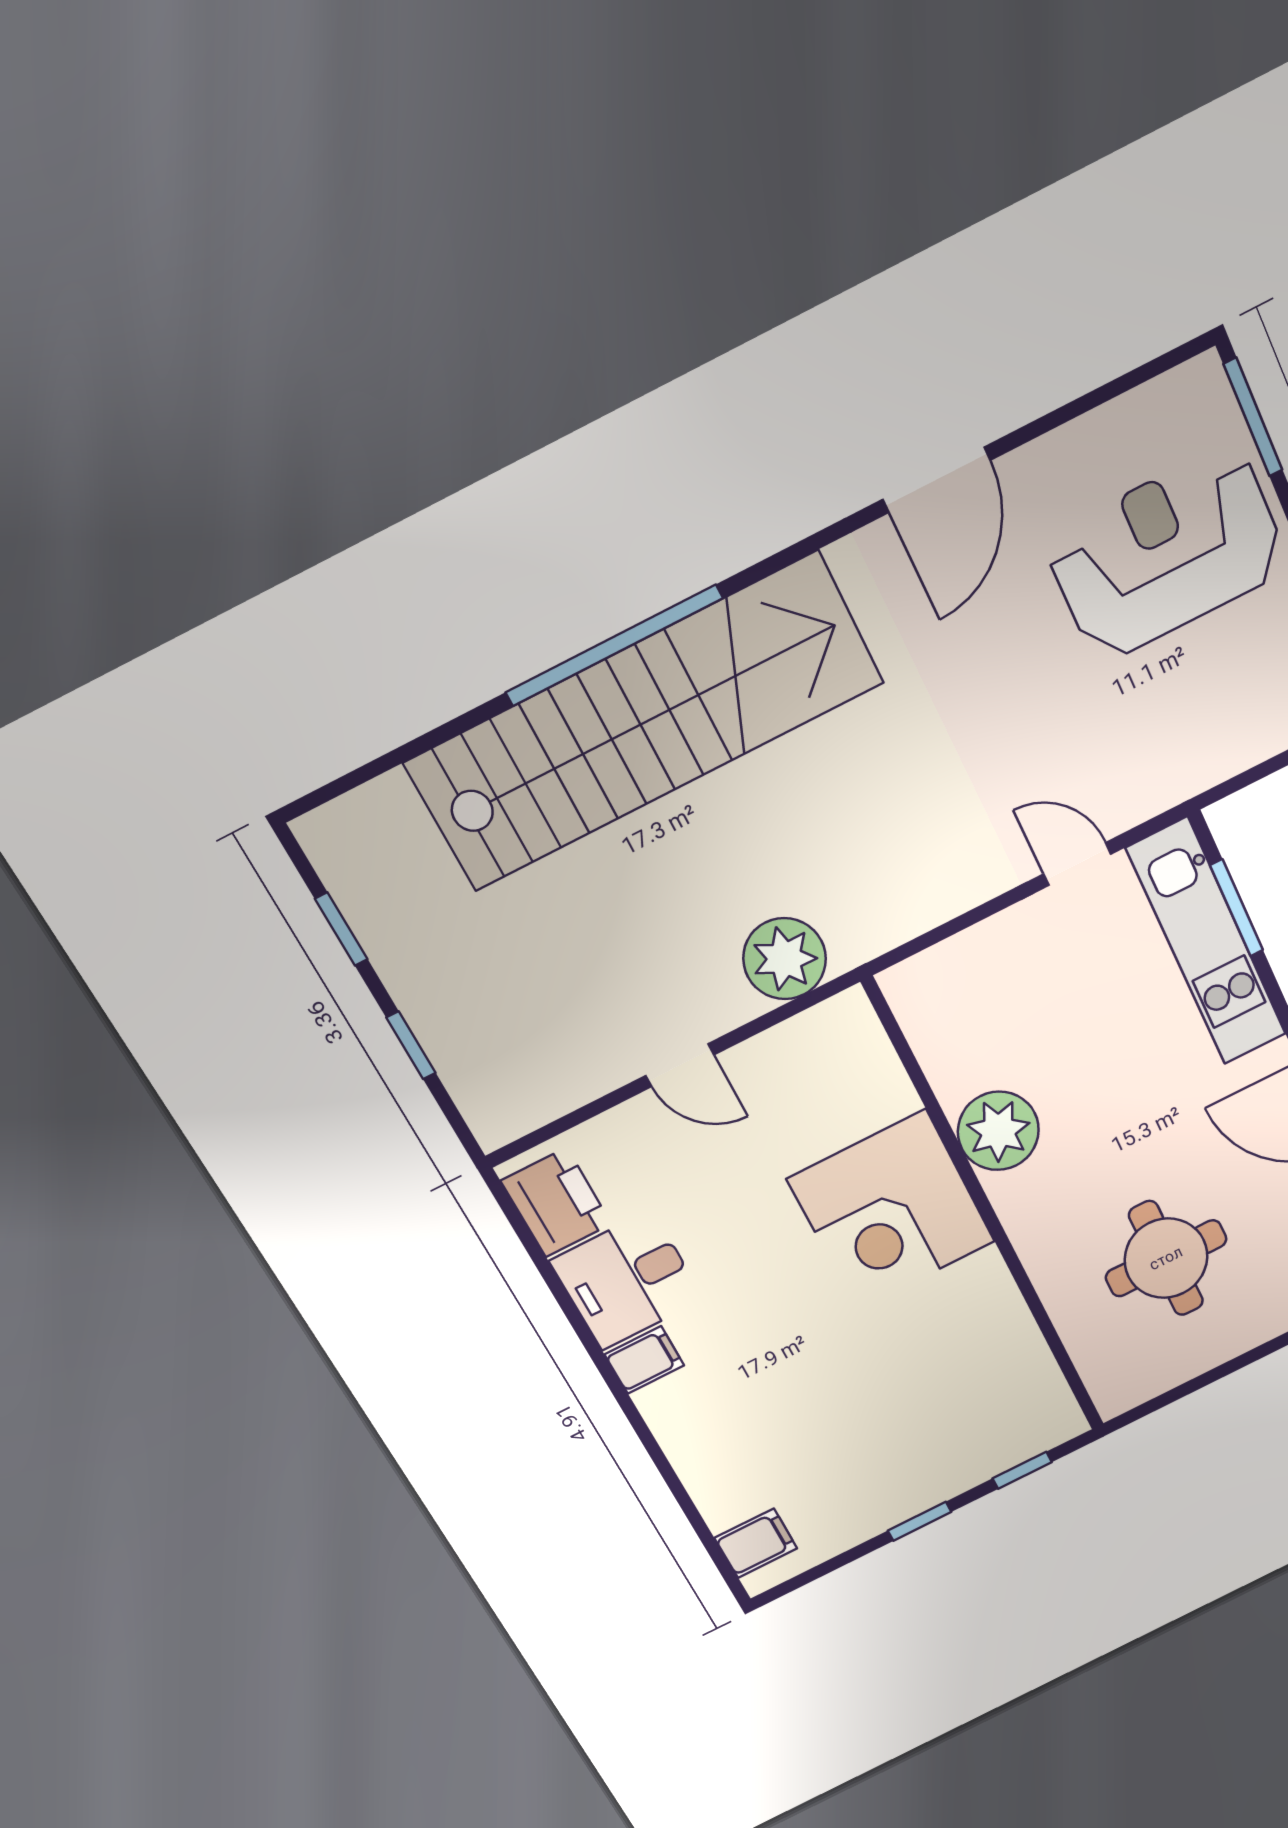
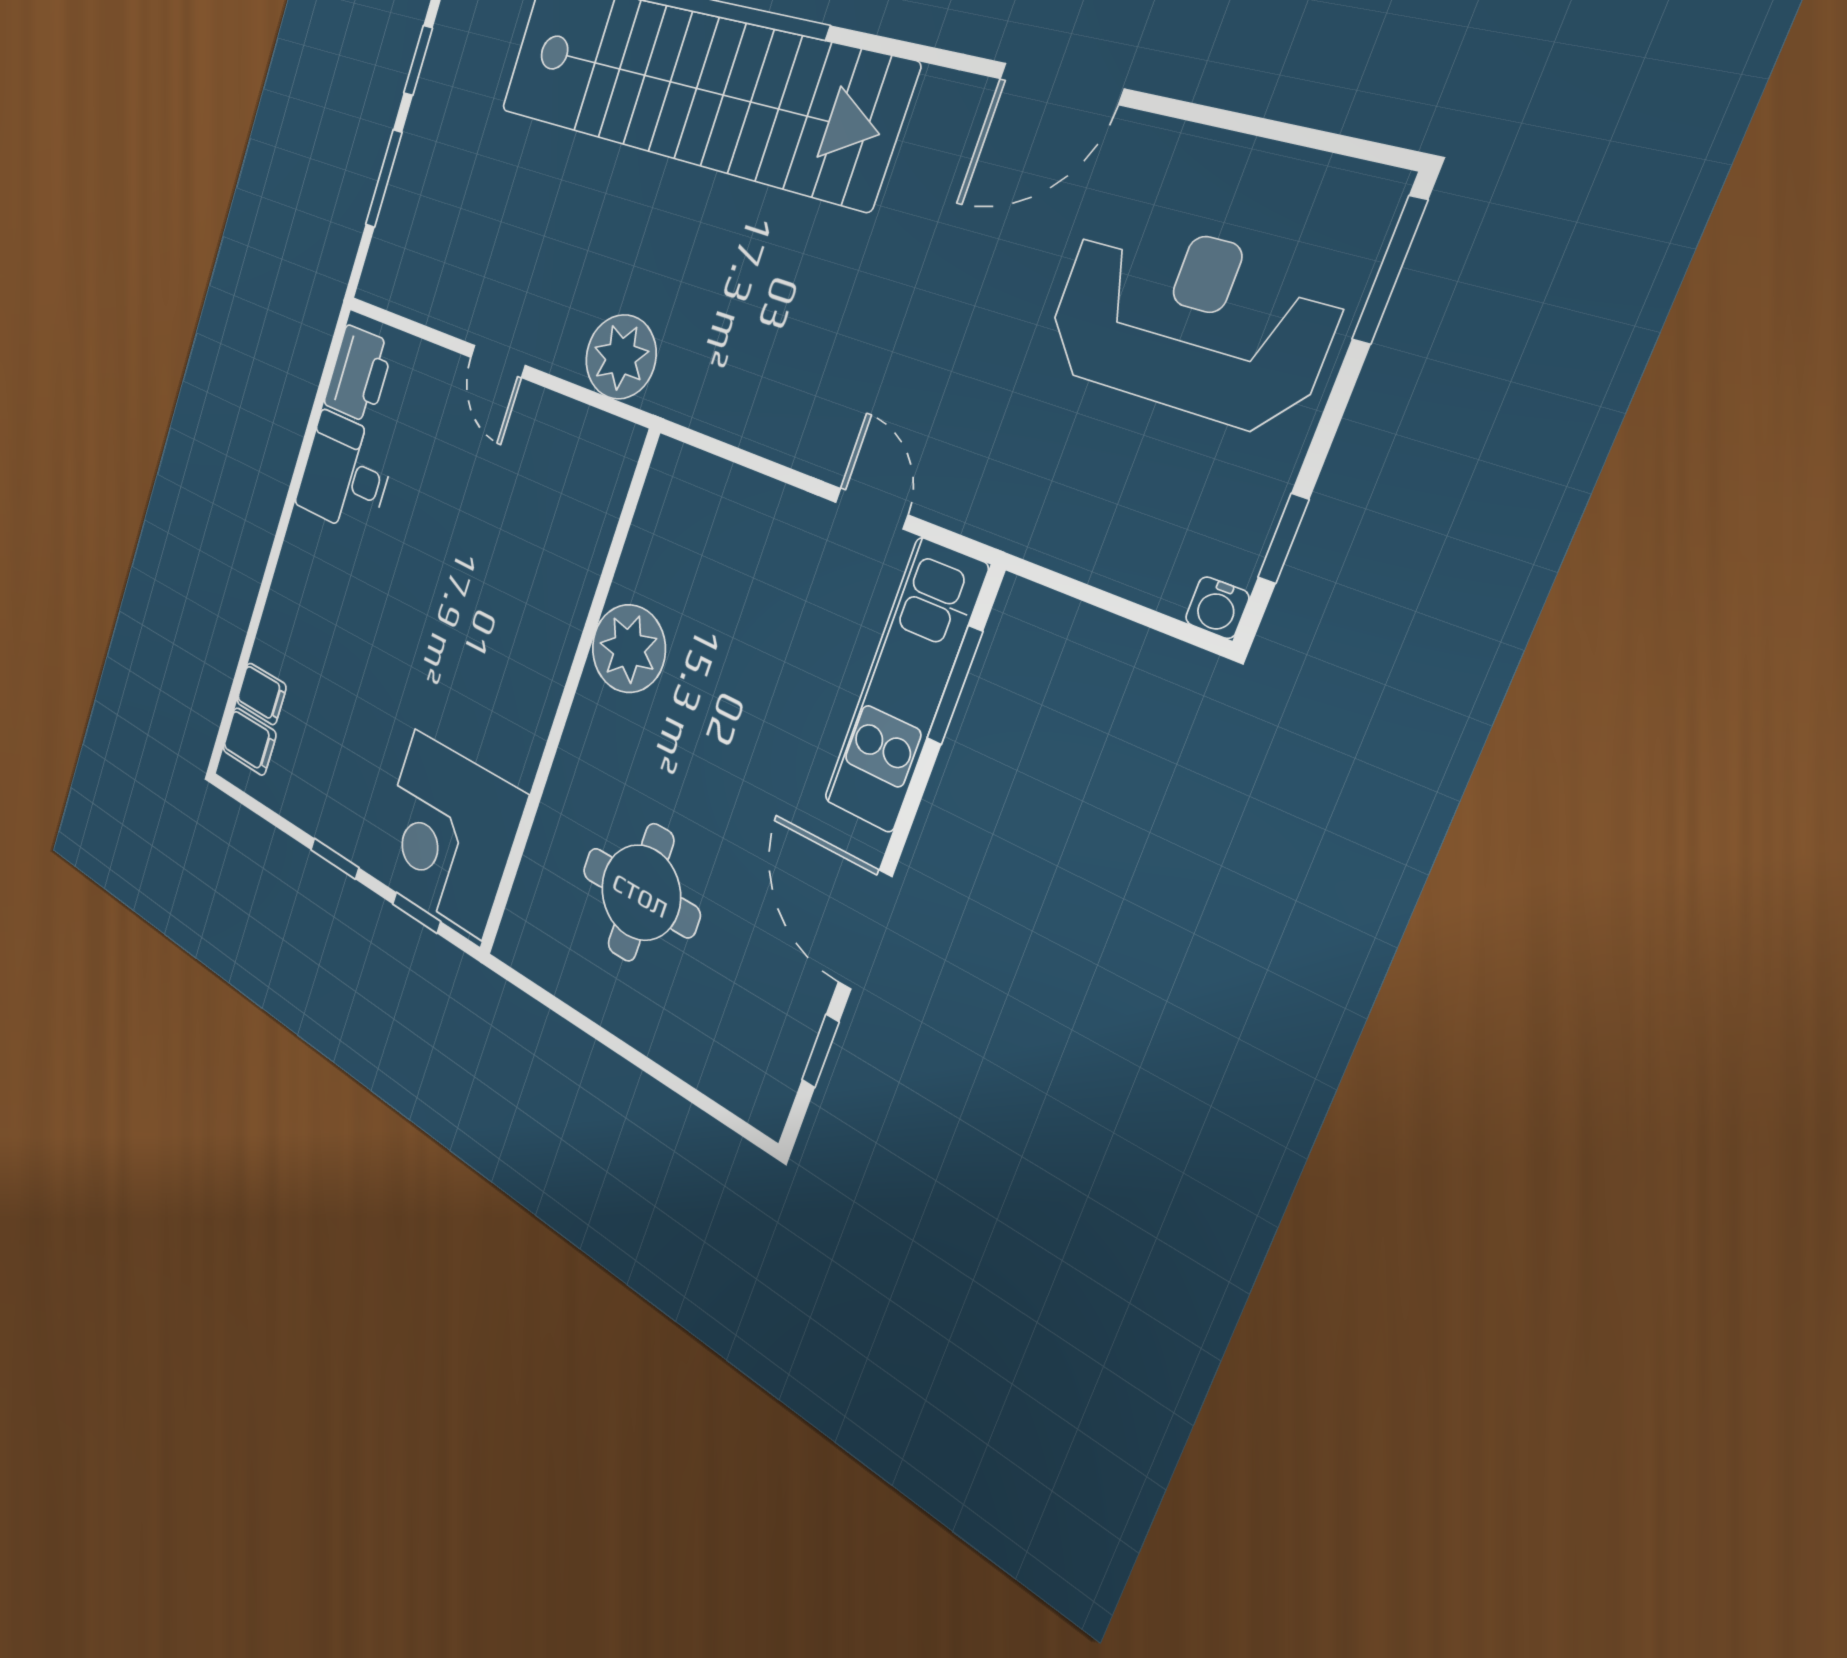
window: (411, 1045) -> (384, 179), width x1.50
corner desk: (891, 1210) -> (448, 833), moved
filing cabinet: (644, 1360) -> (261, 694), moved

